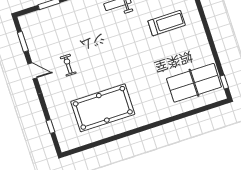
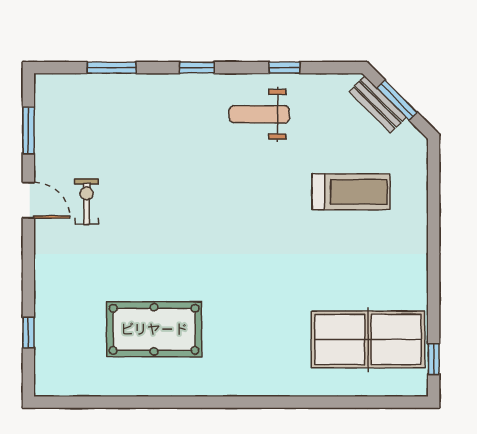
exercise bike: (68, 65) -> (87, 202), moved
pool table: (103, 108) -> (154, 329), width x0.73, depth x0.76

